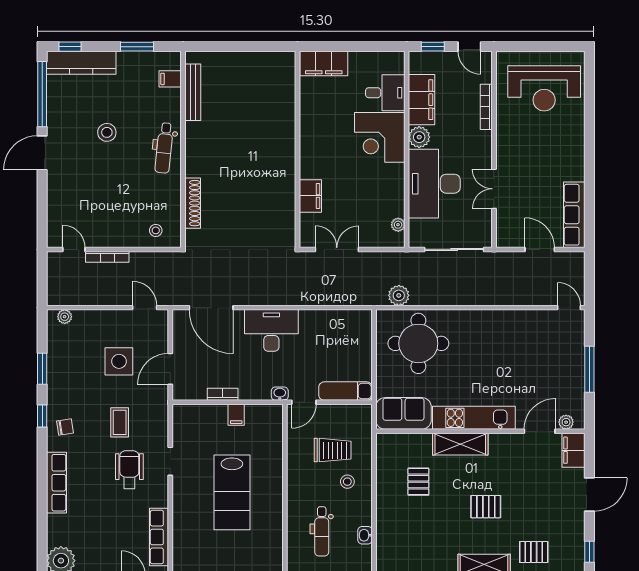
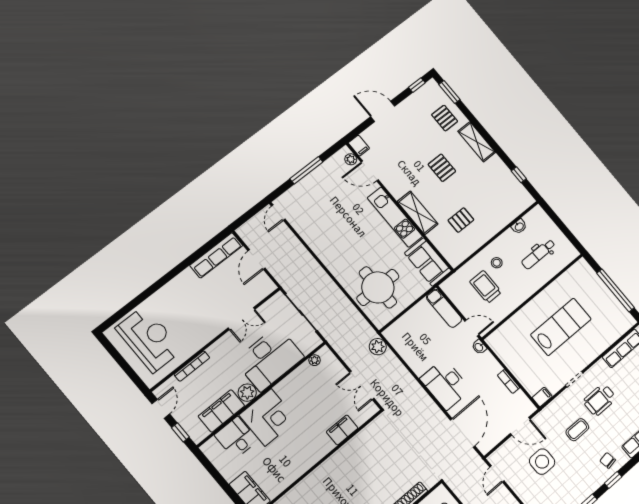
plant: (399, 295) -> (378, 347), moved
filing cabinet: (236, 415) -> (542, 397), moved
filing cabinet: (573, 450) -> (359, 146), width x0.50
dental chair: (322, 531) -> (538, 254), turned 180

